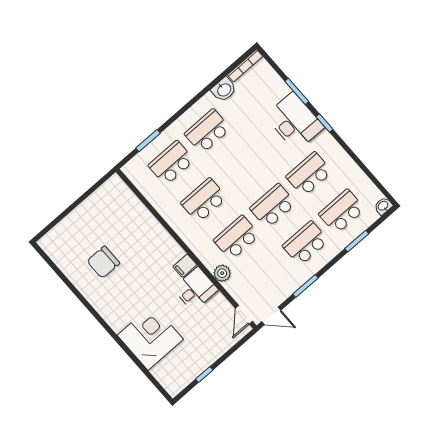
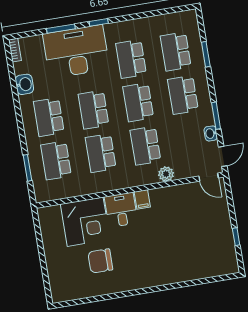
bookcase: (245, 66) -> (15, 50), width x0.64
desk: (295, 122) -> (76, 52), width x1.36, depth x1.30
school desk: (240, 169) -> (93, 110), added
washbasin: (383, 206) -> (211, 133), moved
chair: (103, 262) -> (100, 261), turned 90
desk: (195, 289) -> (121, 210), moved
corner desk: (150, 337) -> (85, 222), moved, turned 180

